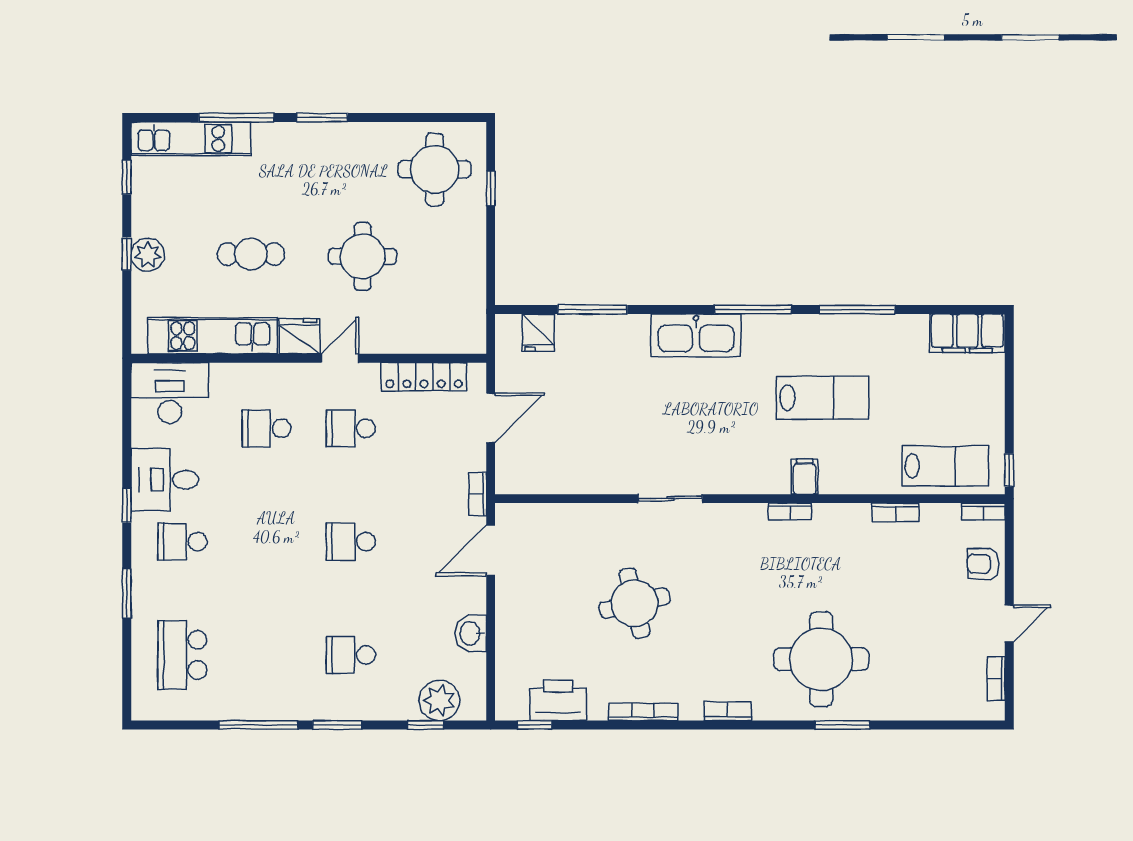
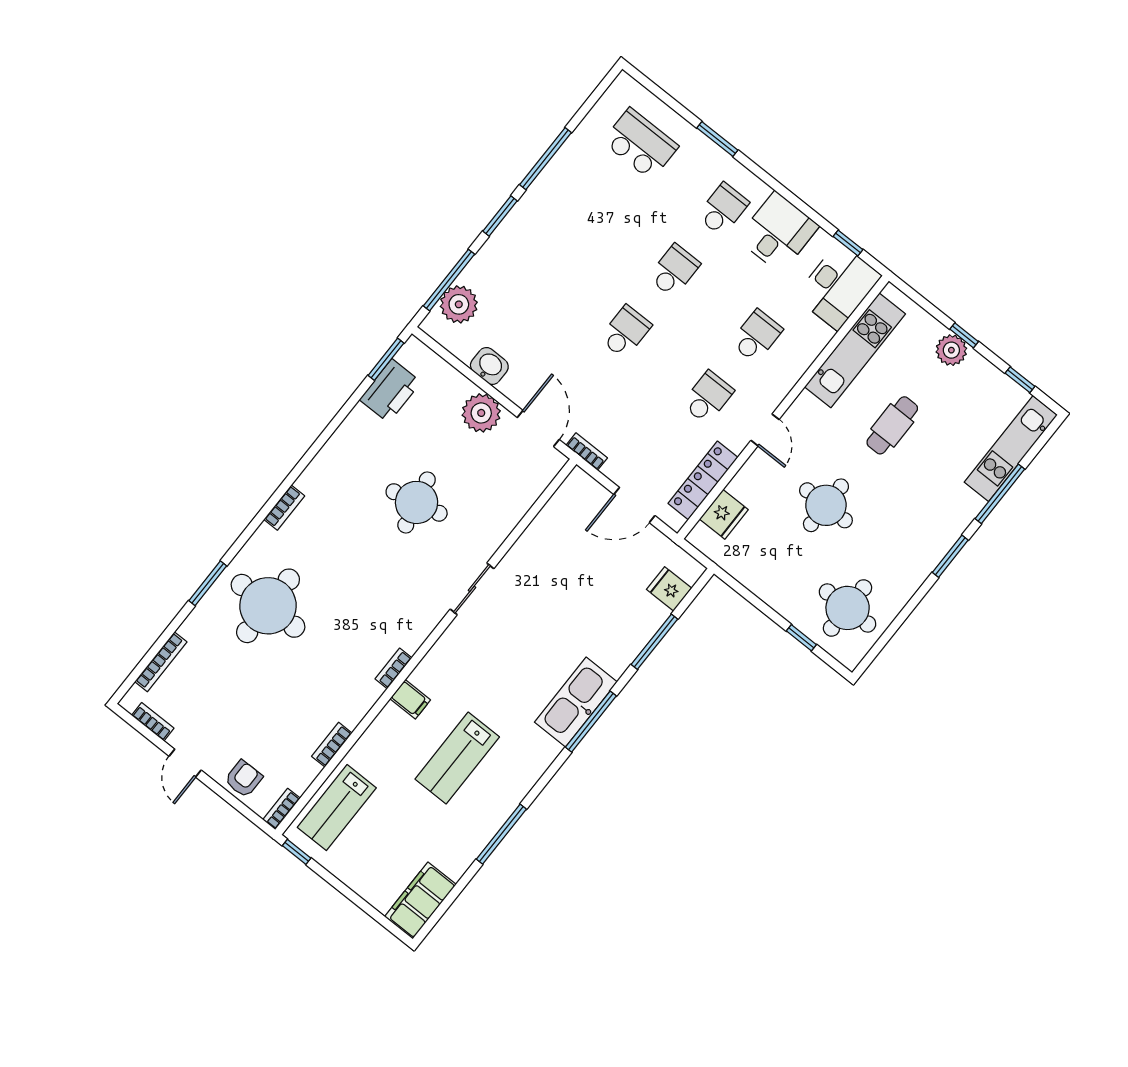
window: (753, 310) -> (591, 722), moved
fridge: (300, 336) -> (724, 514), moved
door: (491, 418) -> (634, 505), hinge flipped
window: (127, 505) -> (848, 243), moved
plant: (516, 609) -> (481, 413), added
school desk: (351, 655) -> (674, 271), moved
bookcase: (643, 712) -> (161, 662), moved
window: (425, 725) -> (449, 280), width x2.17
window: (534, 725) -> (386, 359), width x1.50

